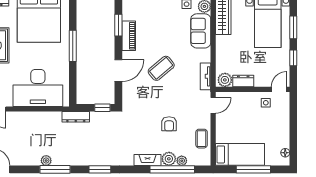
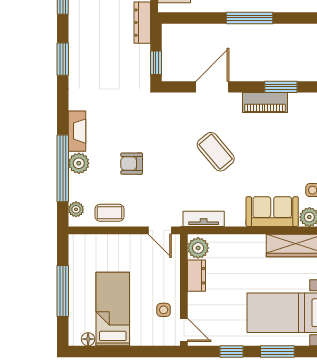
door: (118, 71) -> (212, 87), swing flipped
bed: (240, 154) -> (113, 309), moved, turned 180
plant: (182, 161) -> (76, 209), moved

